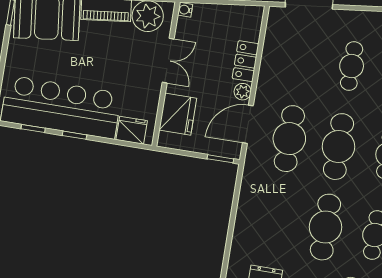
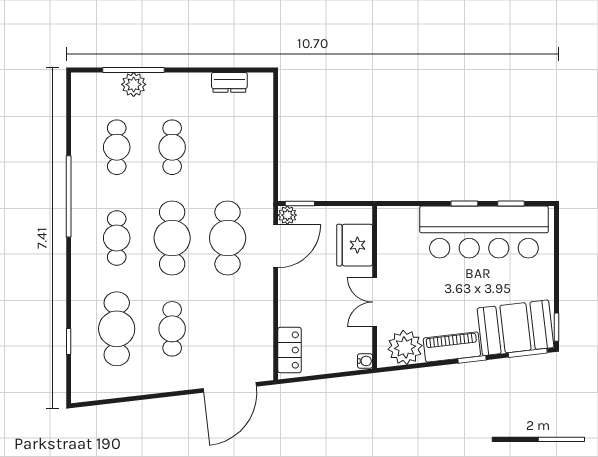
locker: (245, 61) -> (290, 350), moved
plant: (243, 92) -> (287, 215), moved
fridge: (132, 130) -> (402, 219), removed
cafe table: (325, 227) -> (172, 147), width x0.73, depth x0.74

